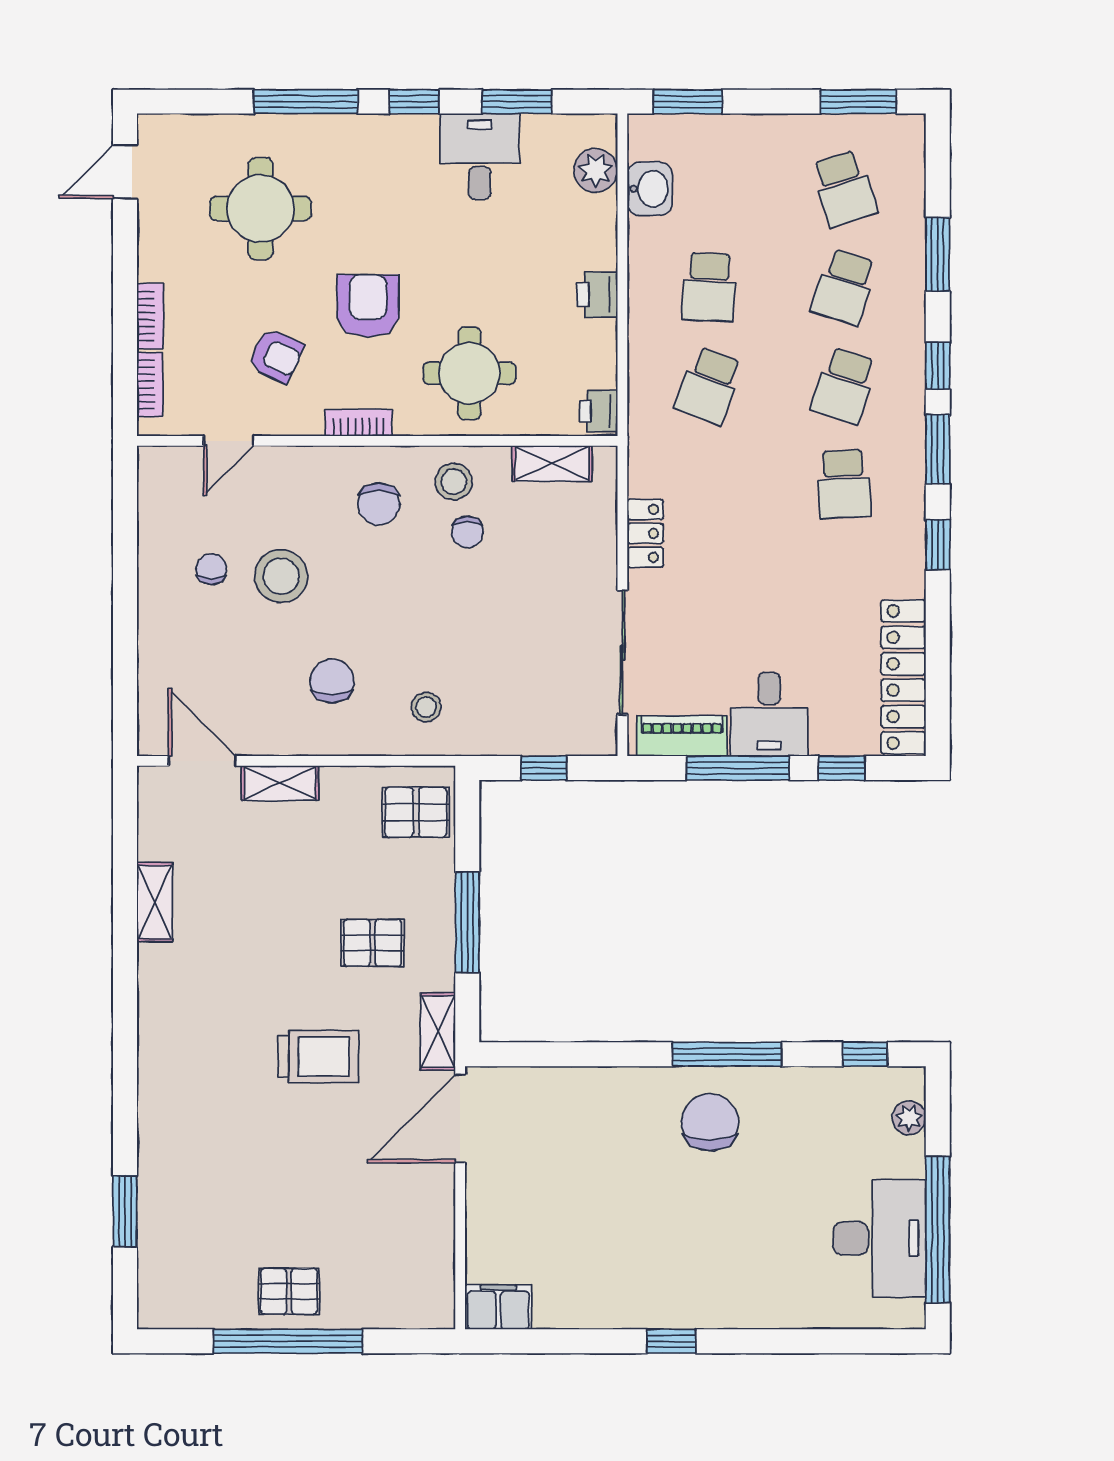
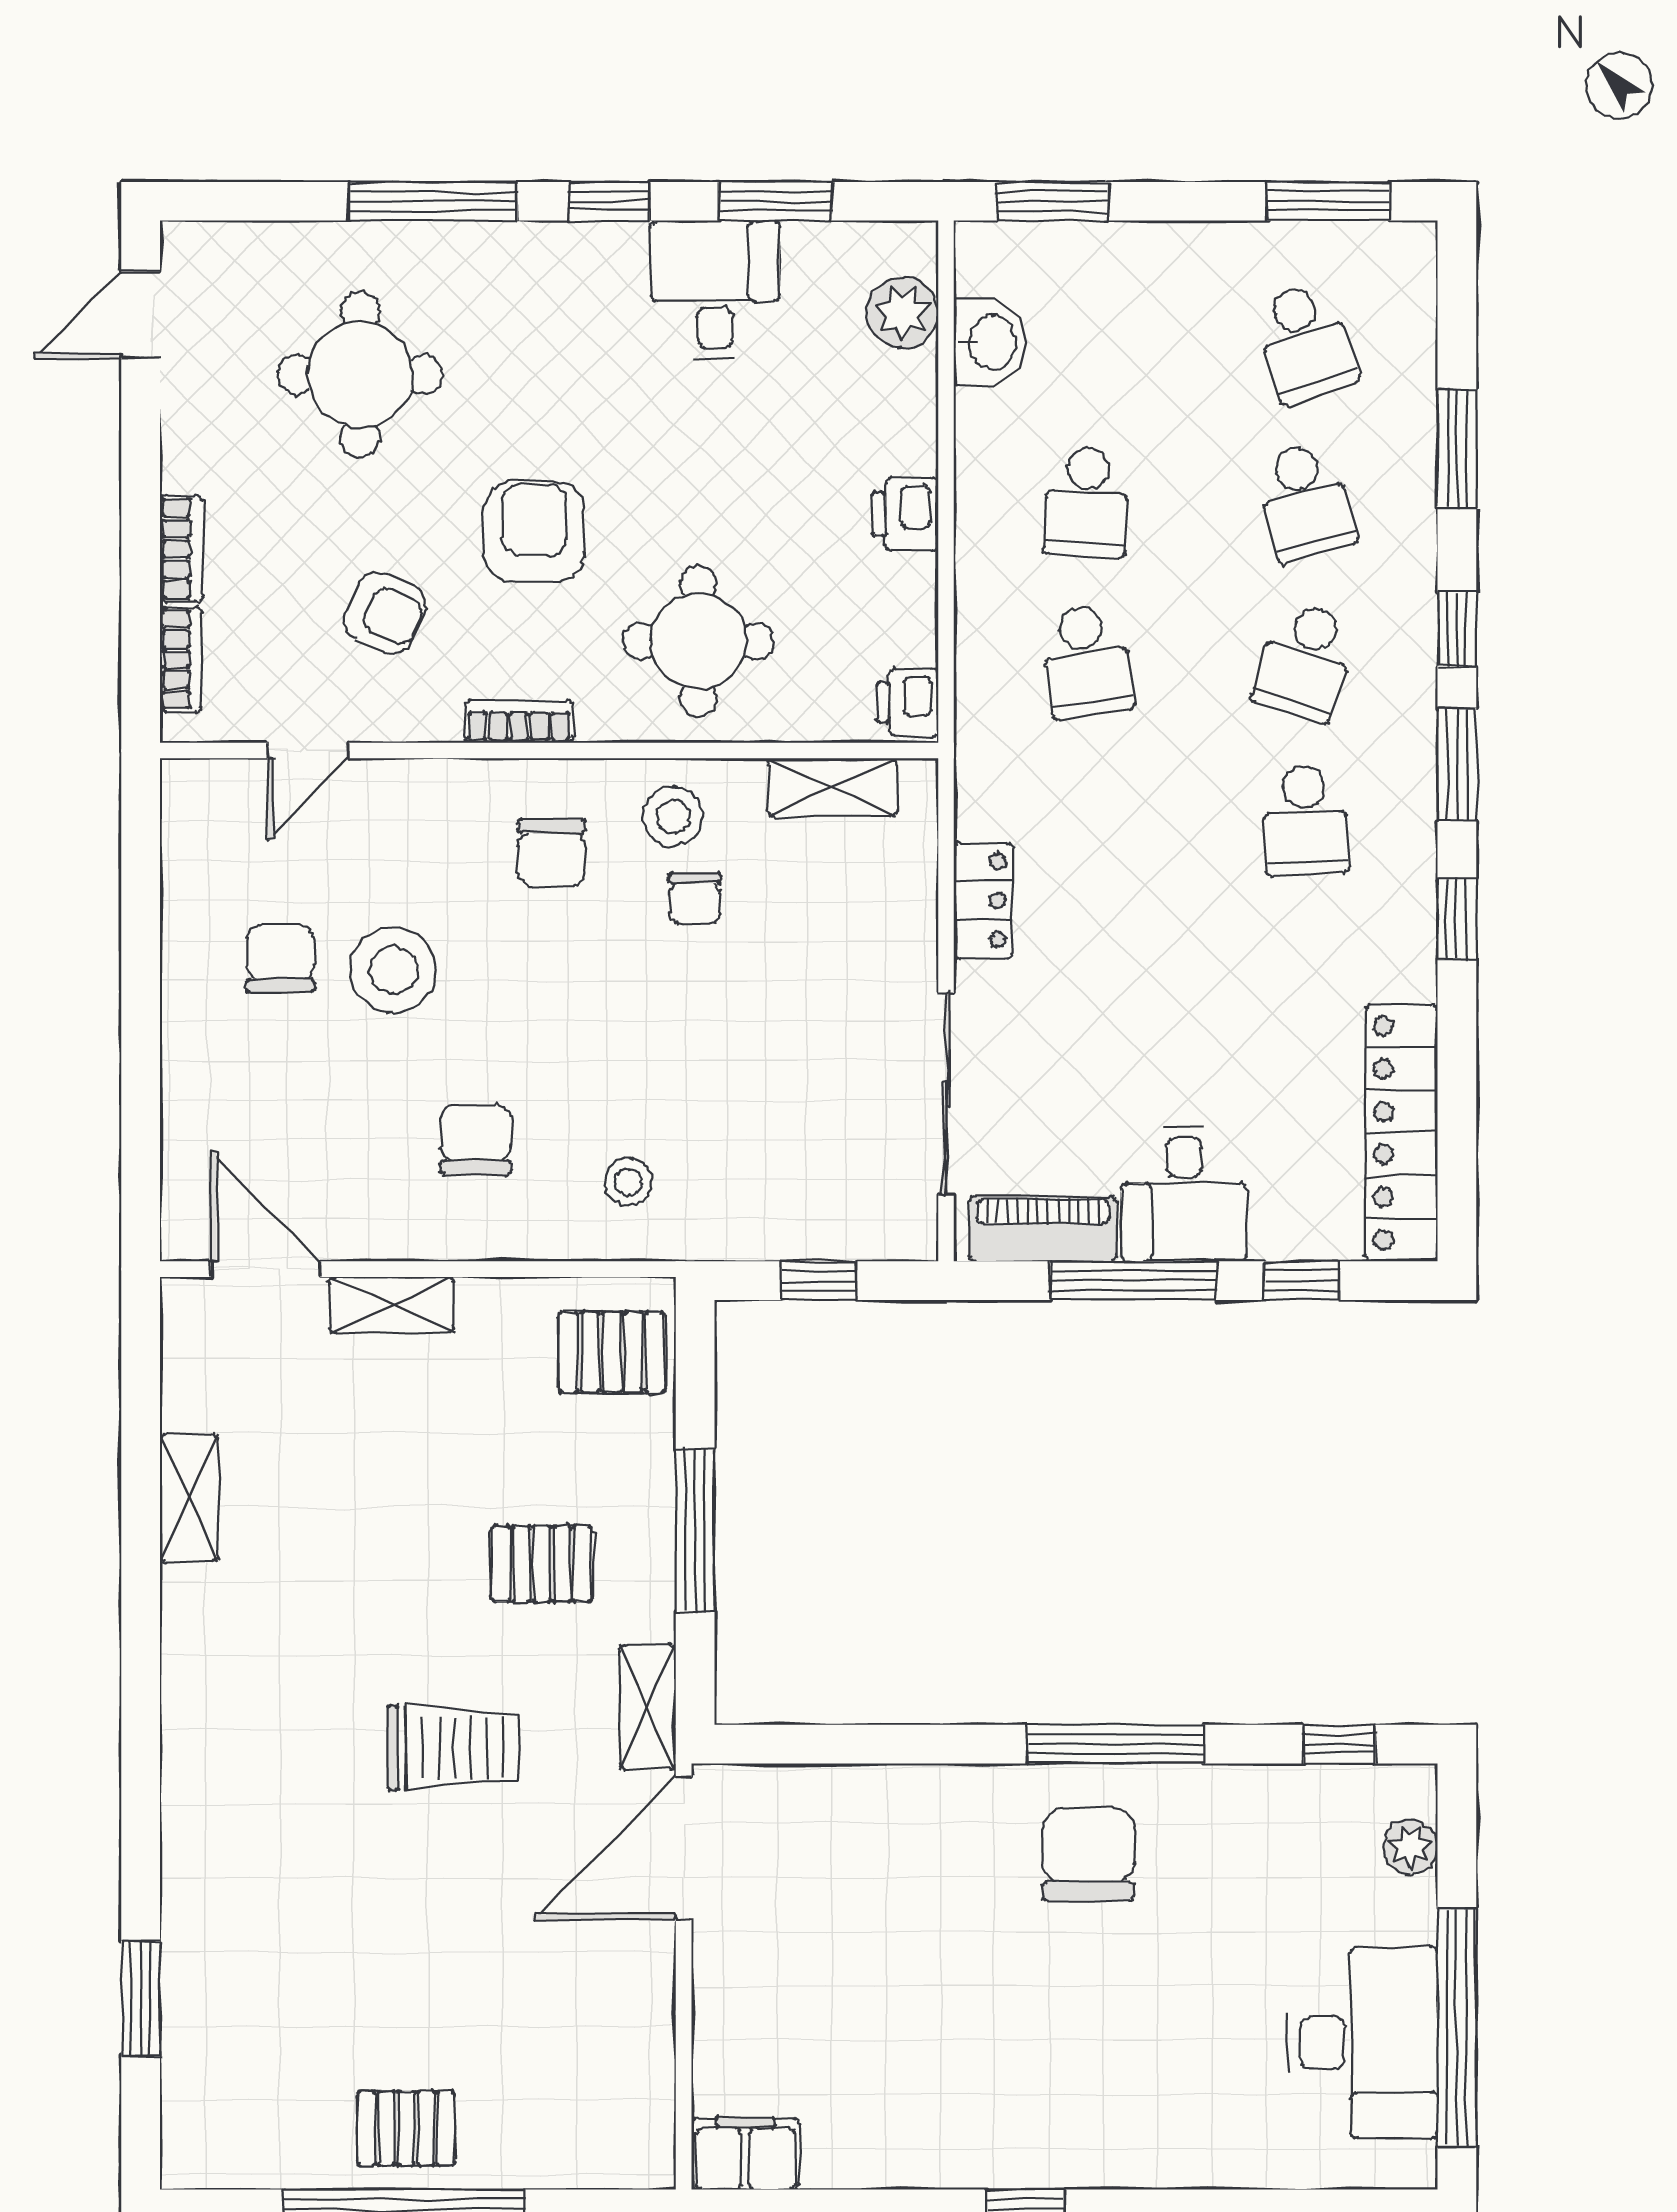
school desk: (844, 287) -> (1305, 502), turned -33
school desk: (709, 386) -> (1086, 661), turned -30
chair: (211, 569) -> (280, 959), width x1.37, depth x1.37

